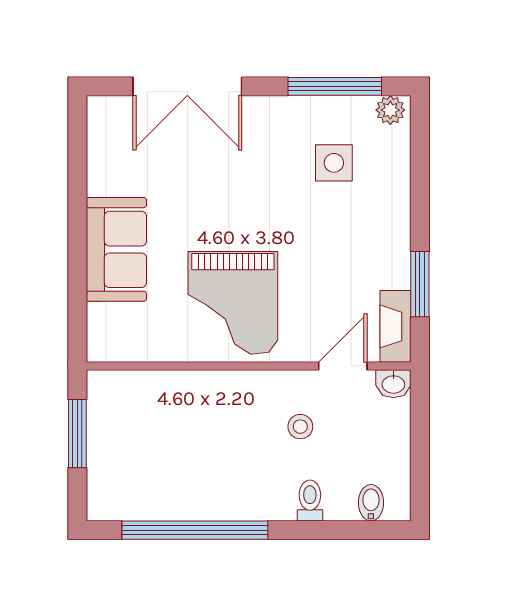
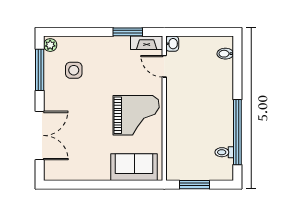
sofa: (116, 249) -> (134, 167), moved
stool: (300, 427) -> (191, 85), removed
toilet: (310, 500) -> (224, 152), moved

